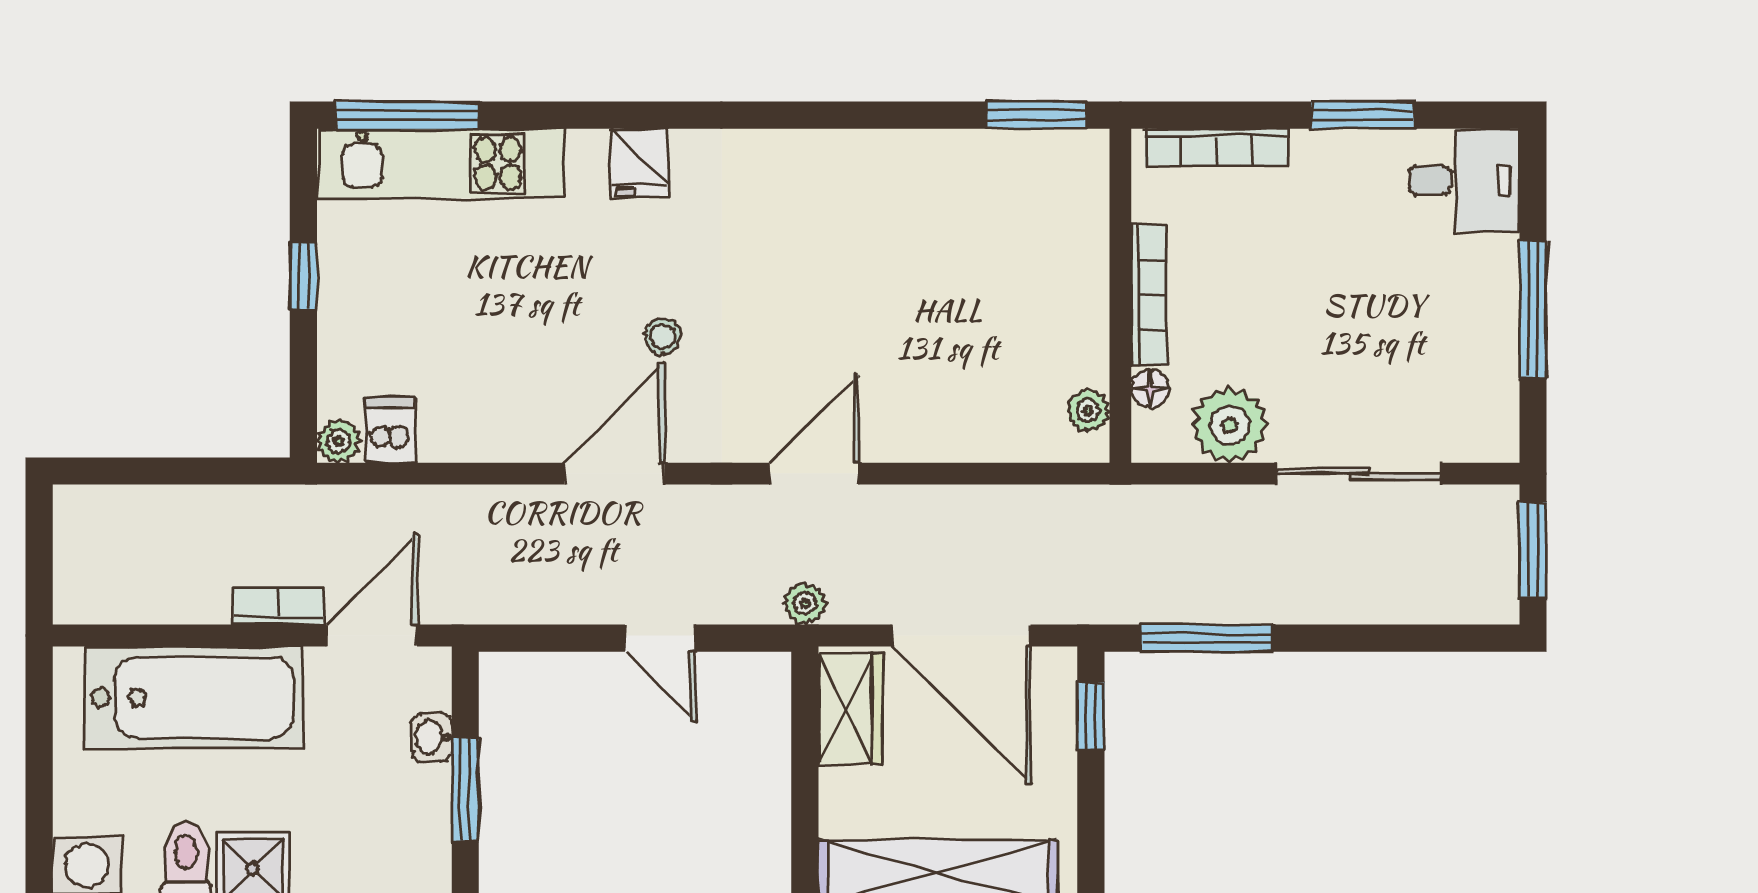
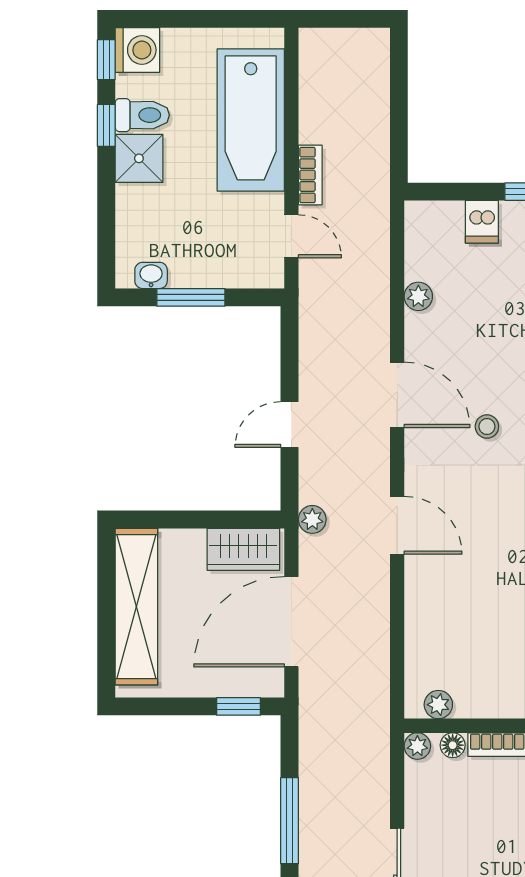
plant: (1230, 425) -> (417, 746), moved, width x0.53, depth x0.53
dishwasher: (390, 430) -> (482, 222), moved, turned 90
plant: (339, 441) -> (418, 296), moved
door: (372, 635) -> (291, 236), width x0.73
window: (1207, 638) -> (290, 821), moved
washbasin: (432, 737) -> (151, 275), moved

